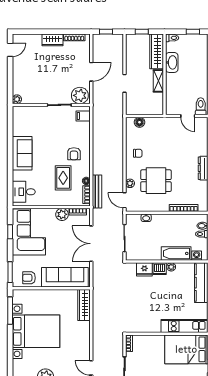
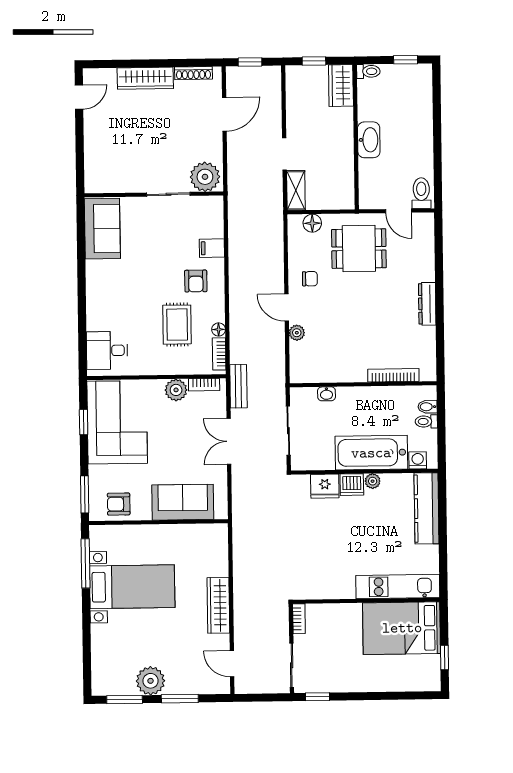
wardrobe: (52, 40) -> (145, 78), width x1.50
wardrobe: (157, 51) -> (341, 86), width x0.67
washbasin: (172, 62) -> (369, 140), moved
door: (91, 72) -> (224, 114), moved
shelving: (158, 81) -> (296, 190), moved
plant: (17, 99) -> (92, 185), removed
filing cabinet: (83, 116) -> (212, 248), moved
sofa: (22, 153) -> (102, 229), moved
dining table: (156, 181) -> (359, 249), moved
bench: (97, 192) -> (238, 386), moved, width x0.73
door: (124, 200) -> (287, 307), moved
double door: (91, 244) -> (229, 441), width x0.73
bathtub: (176, 253) -> (371, 453), width x1.36, depth x1.36
sofa: (65, 277) -> (183, 502), width x0.73
wardrobe: (84, 305) -> (218, 605), moved
bed with nightstands: (36, 331) -> (132, 587), width x0.73

